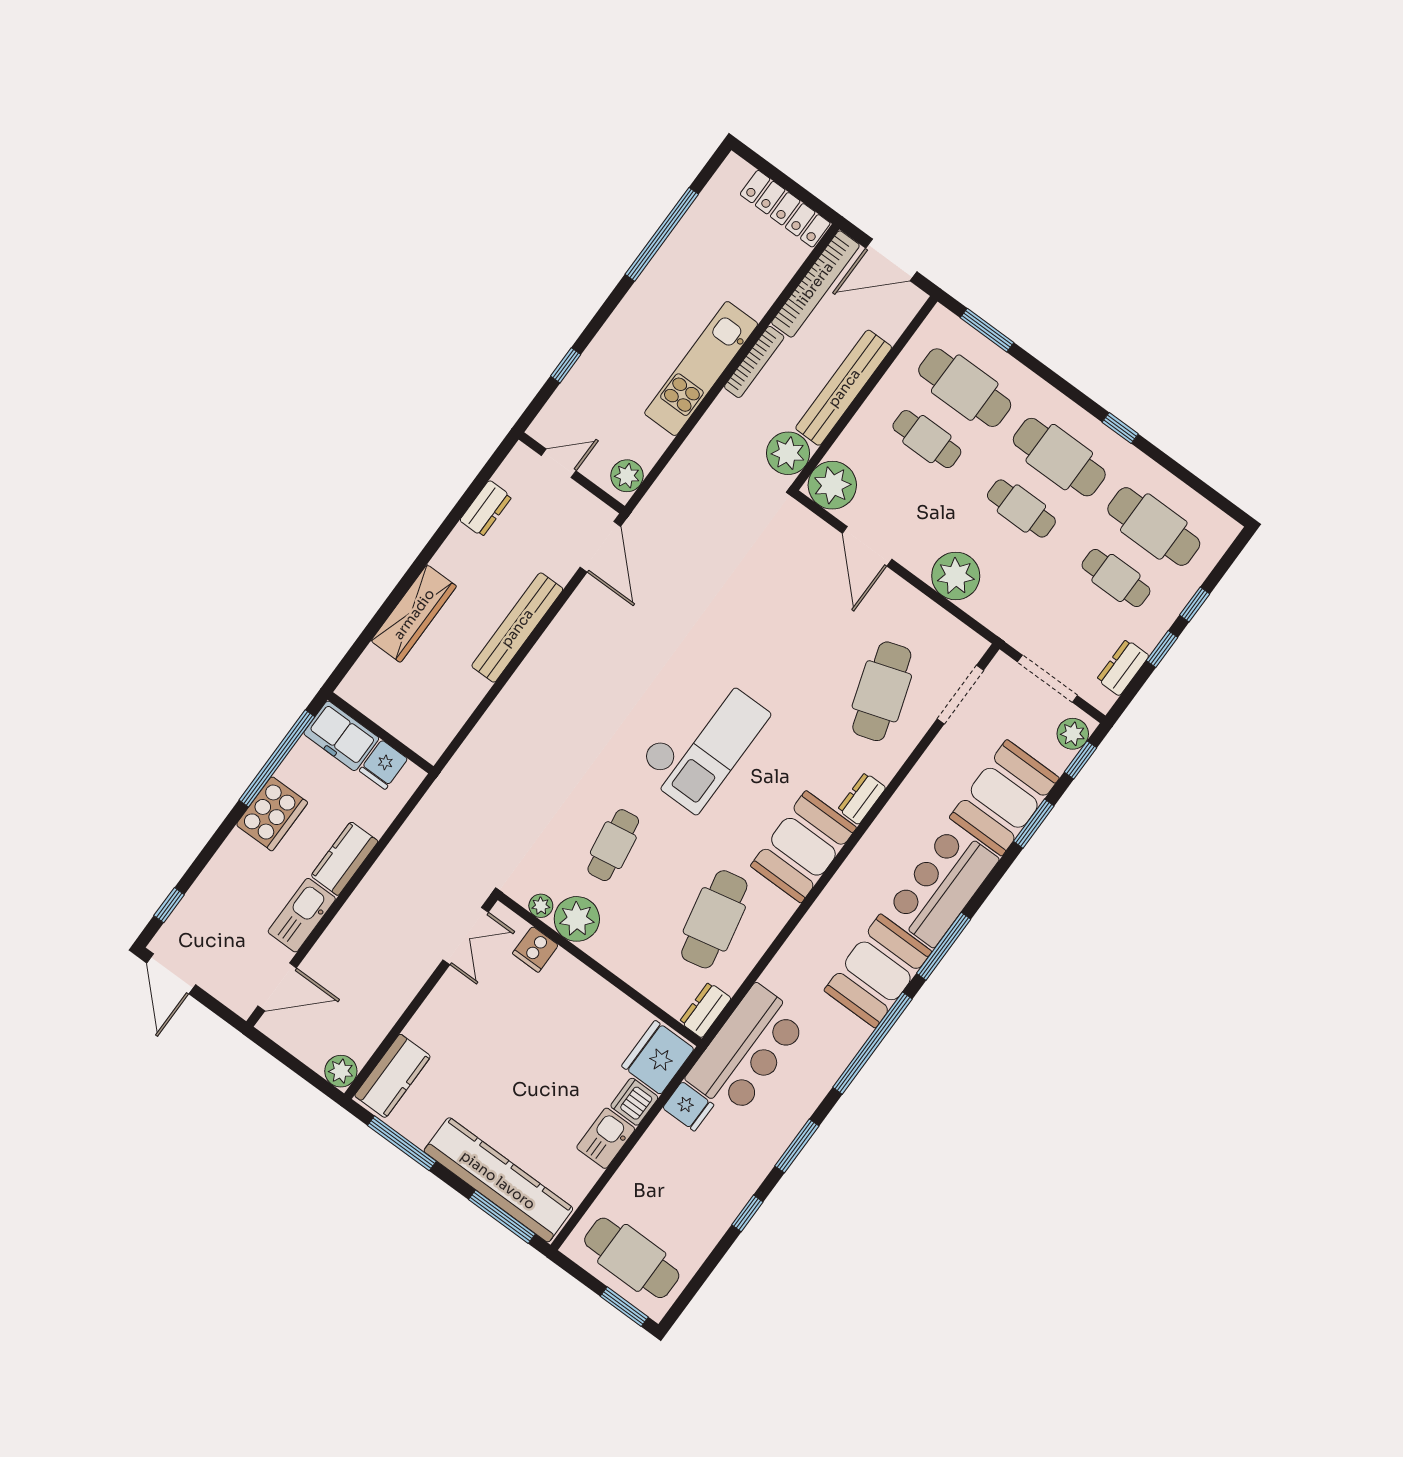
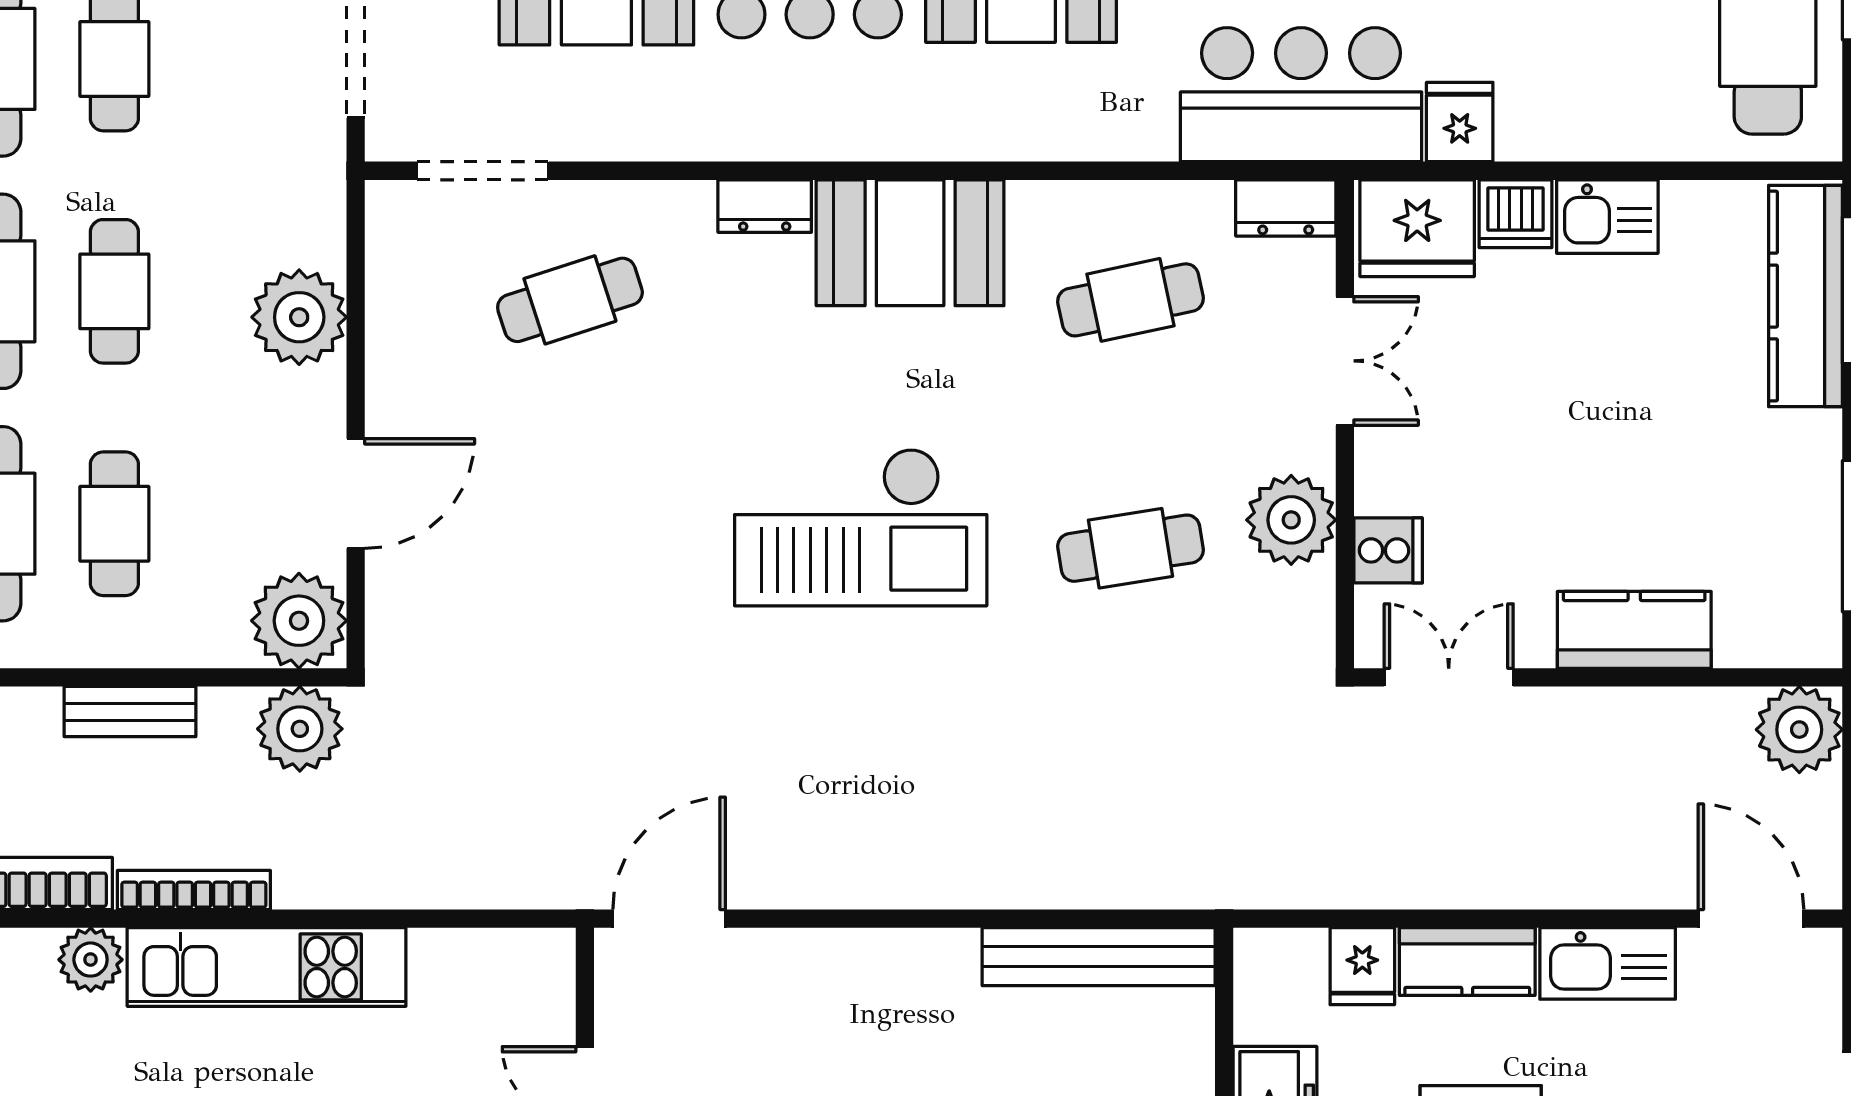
bench: (844, 388) -> (130, 712), width x0.54, depth x0.82
plant: (627, 476) -> (91, 960), moved
bench: (517, 628) -> (1099, 957), moved
cafe table: (882, 691) -> (570, 300), width x0.73, depth x0.74
checkout: (702, 742) -> (861, 527), turned 180
fridge: (383, 765) -> (1362, 966), moved, turned 90
plant: (541, 906) -> (1312, 593), removed
cafe table: (714, 919) -> (1131, 300), width x0.73, depth x0.74
double door: (625, 988) -> (1345, 361), added
plant: (341, 1071) -> (1799, 730), width x1.36, depth x1.36
kitchen counter: (393, 1076) -> (1634, 630), moved
kitchen counter: (498, 1180) -> (1806, 296), width x0.72, depth x0.86

